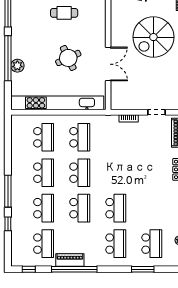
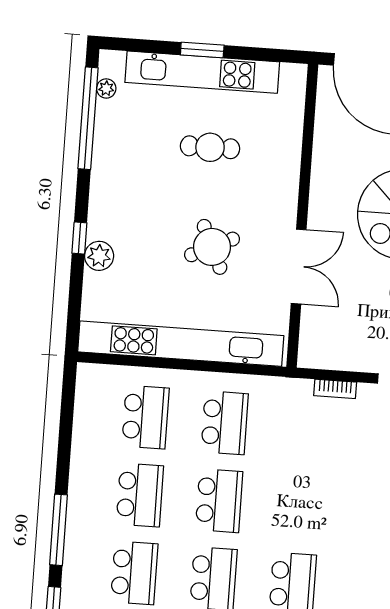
window: (8, 58) -> (79, 238), width x0.32

